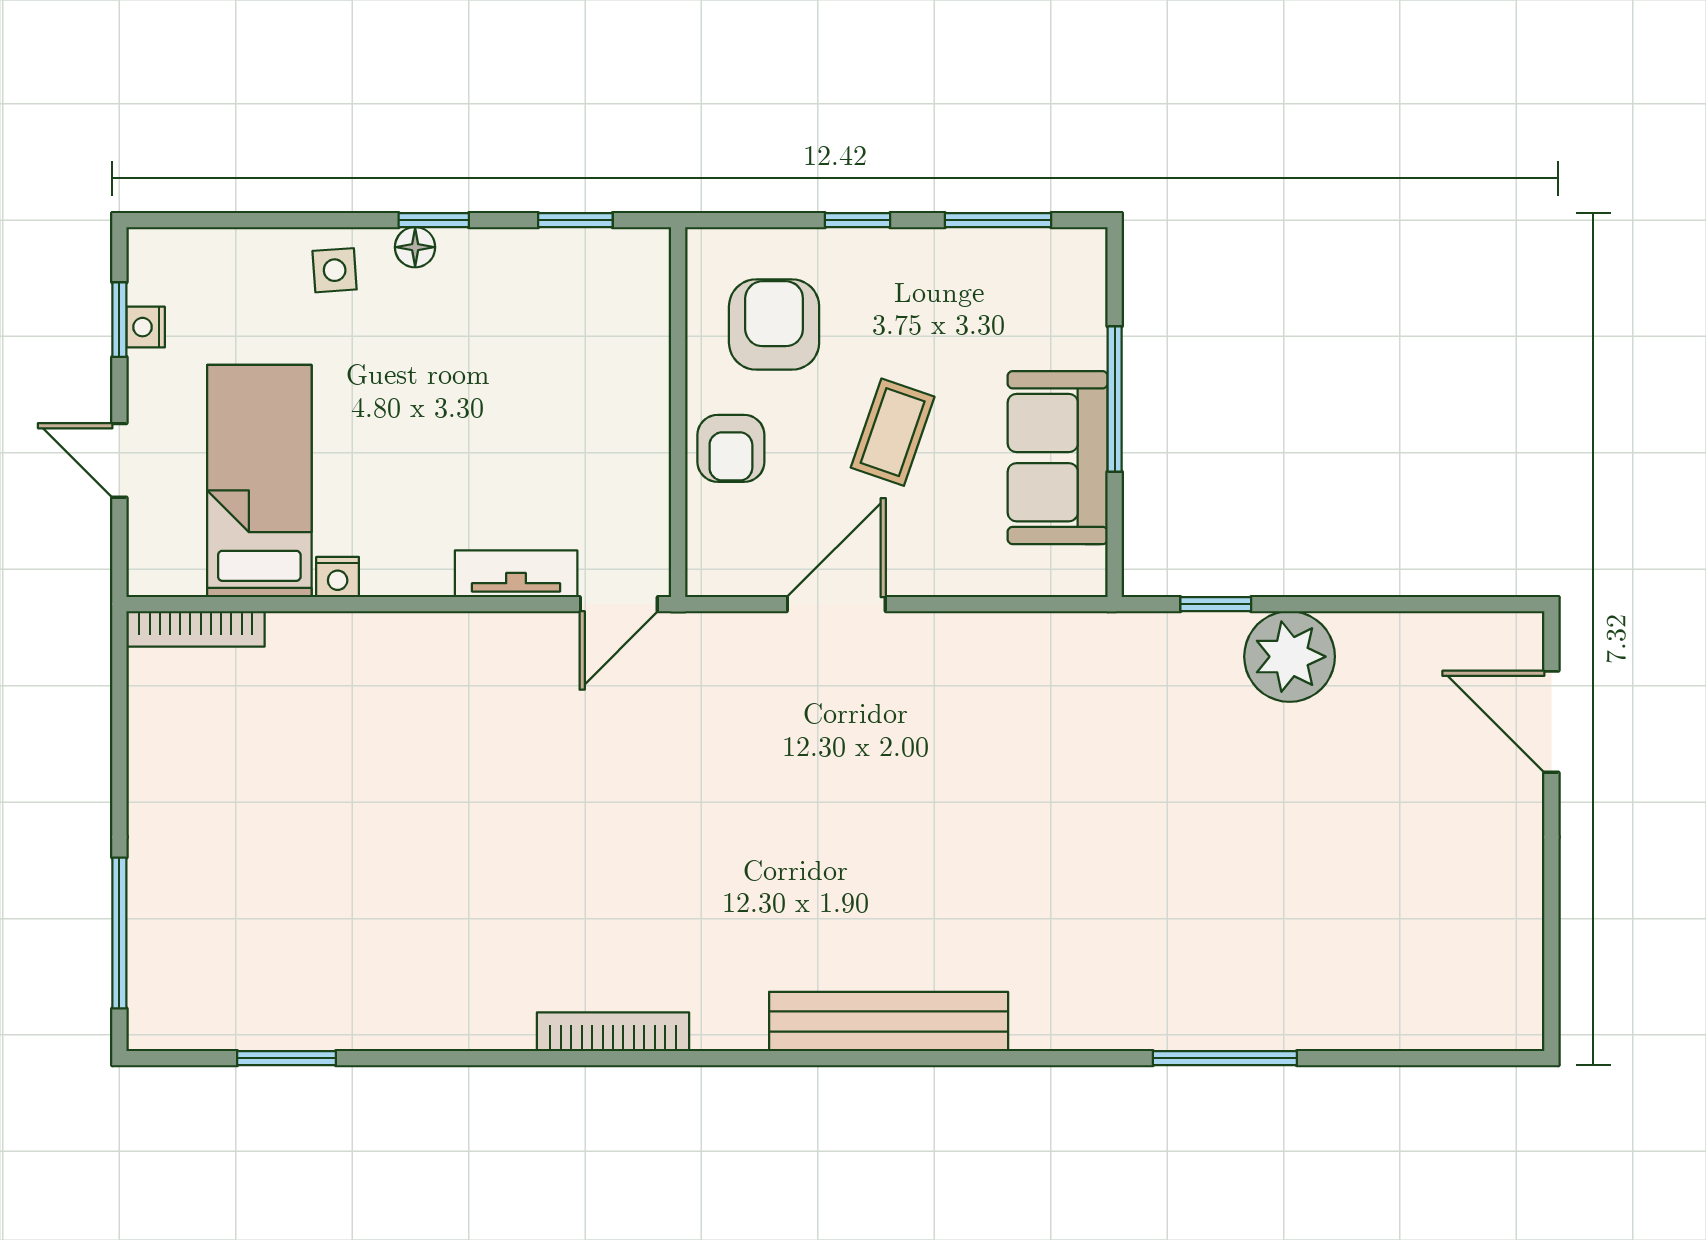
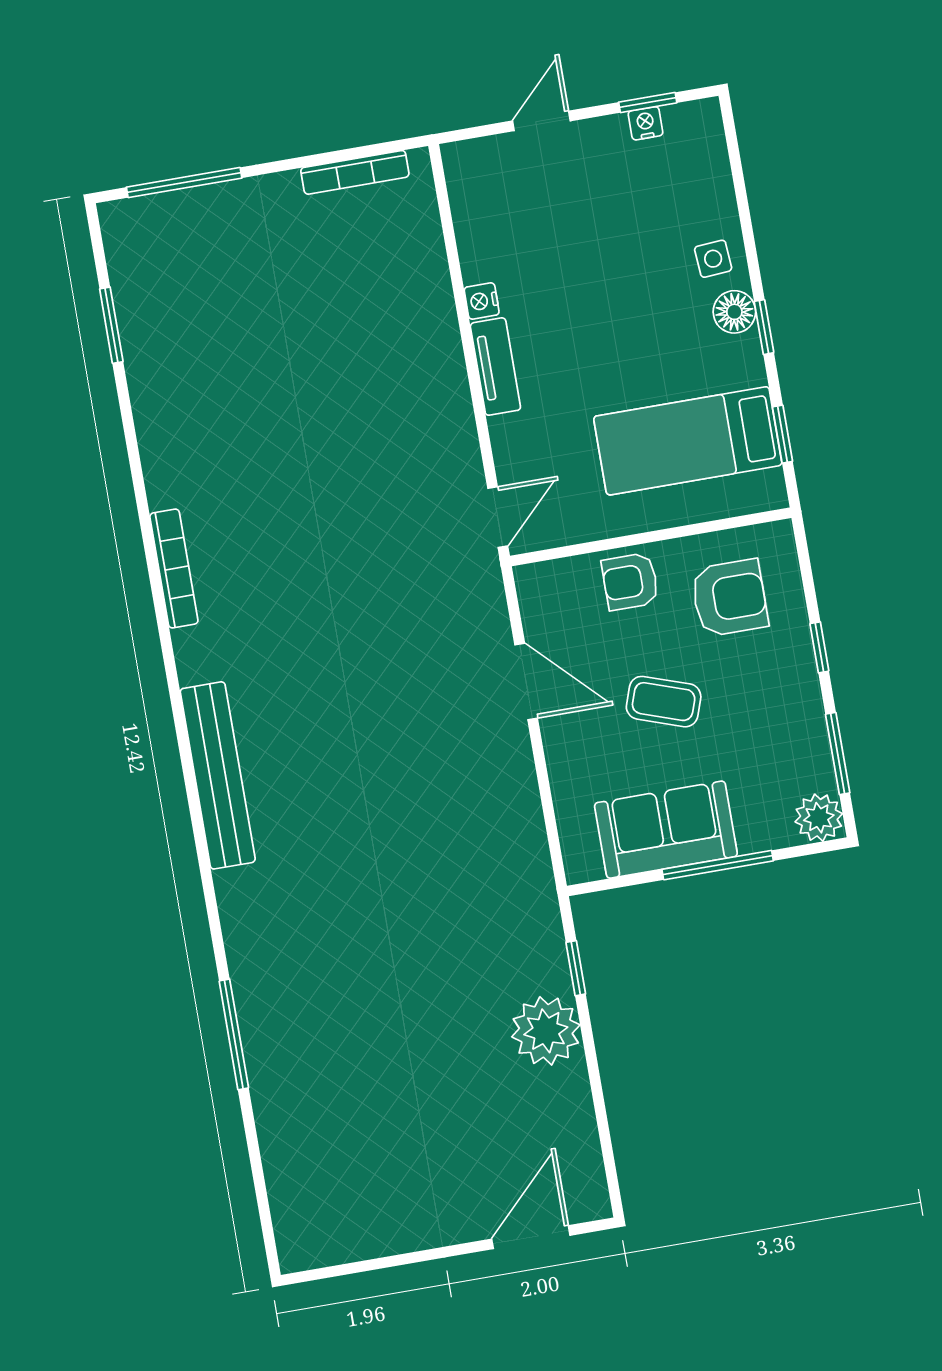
floor lamp: (415, 247) -> (734, 312), width x1.37, depth x1.37
plant: (1076, 259) -> (819, 818), added
bed: (259, 481) -> (688, 441), moved, turned 180
tv unit: (516, 574) -> (495, 367), moved
door: (619, 604) -> (498, 517), swing flipped
bookcase: (196, 629) -> (355, 172), moved, turned -90

